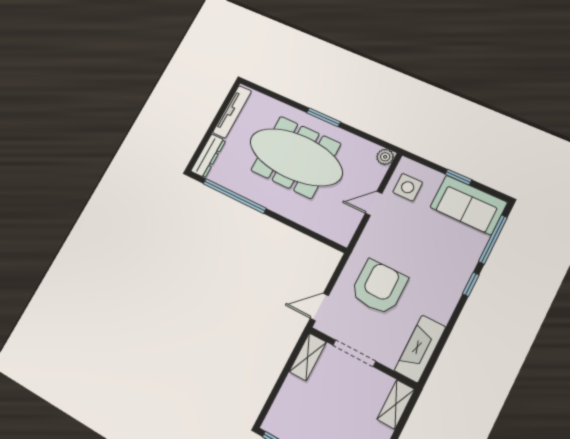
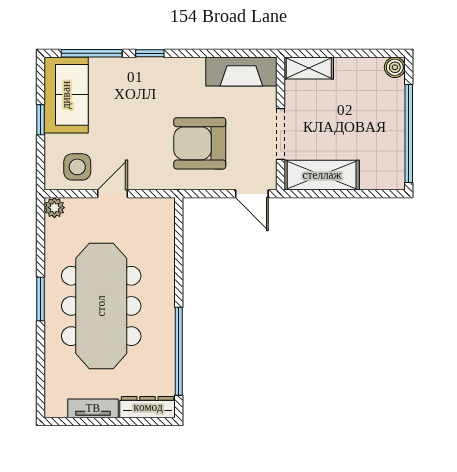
tv unit: (232, 112) -> (93, 408), width x0.71
door: (374, 203) -> (113, 194), swing flipped
shelving: (308, 357) -> (322, 175), width x1.50, depth x1.33

